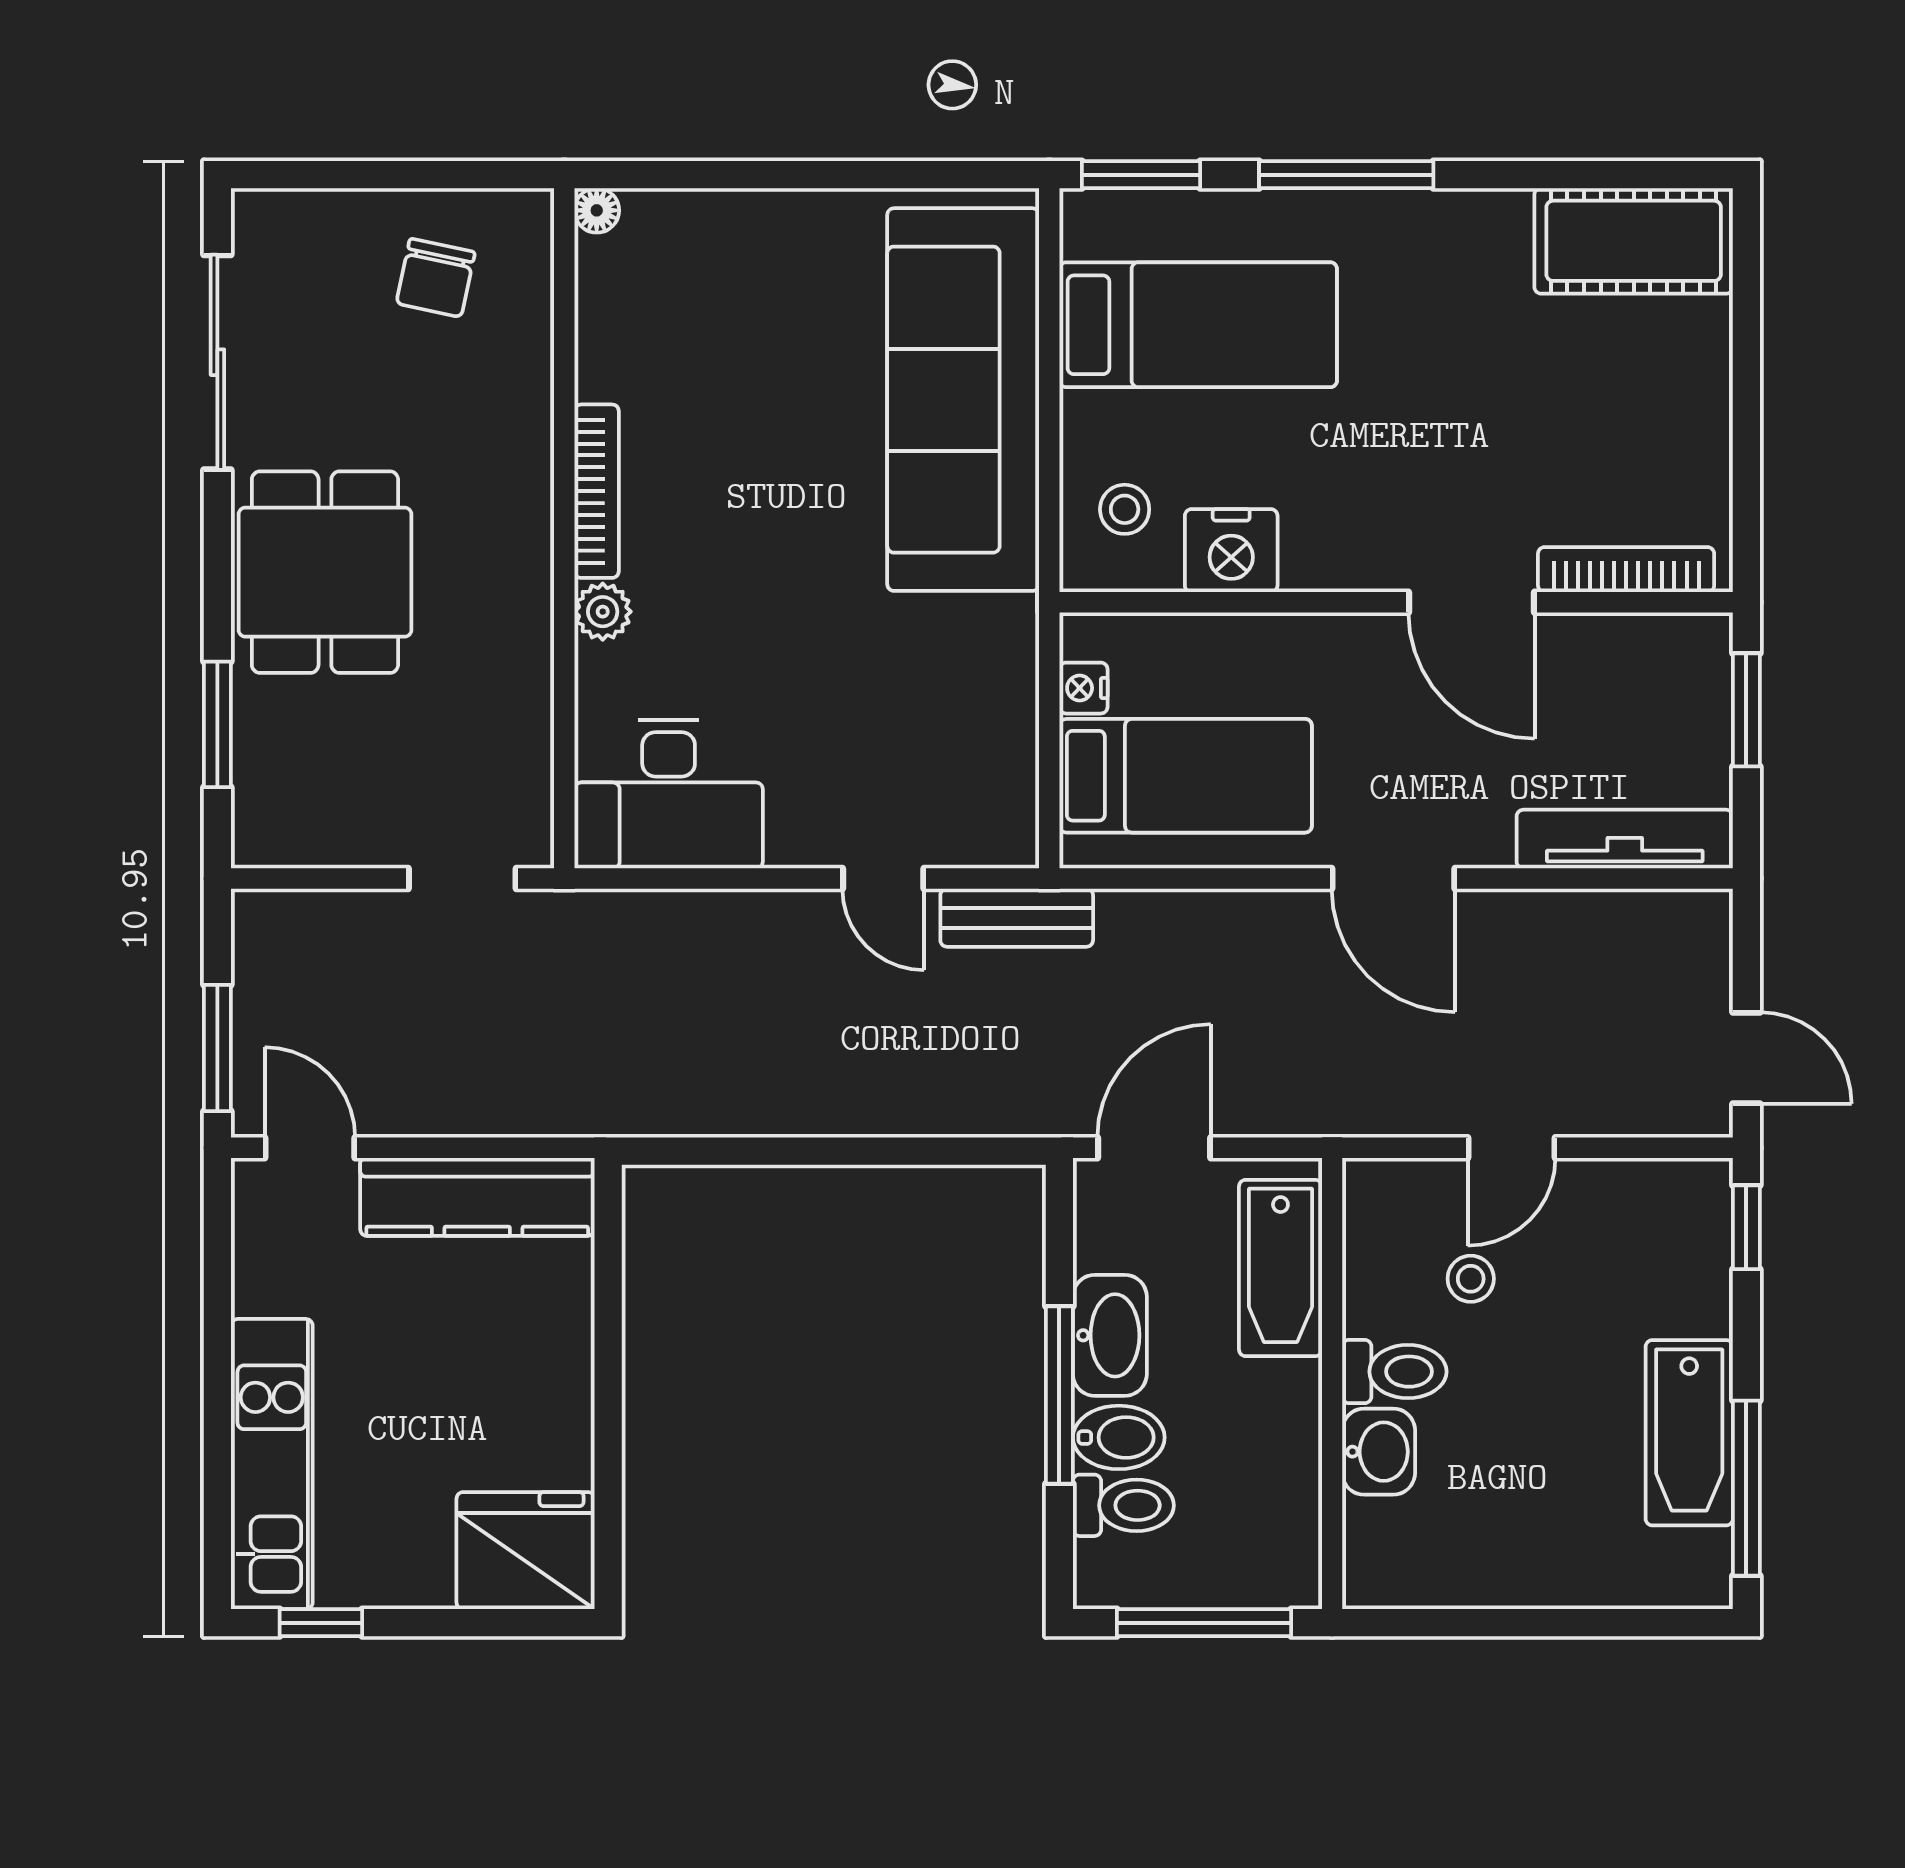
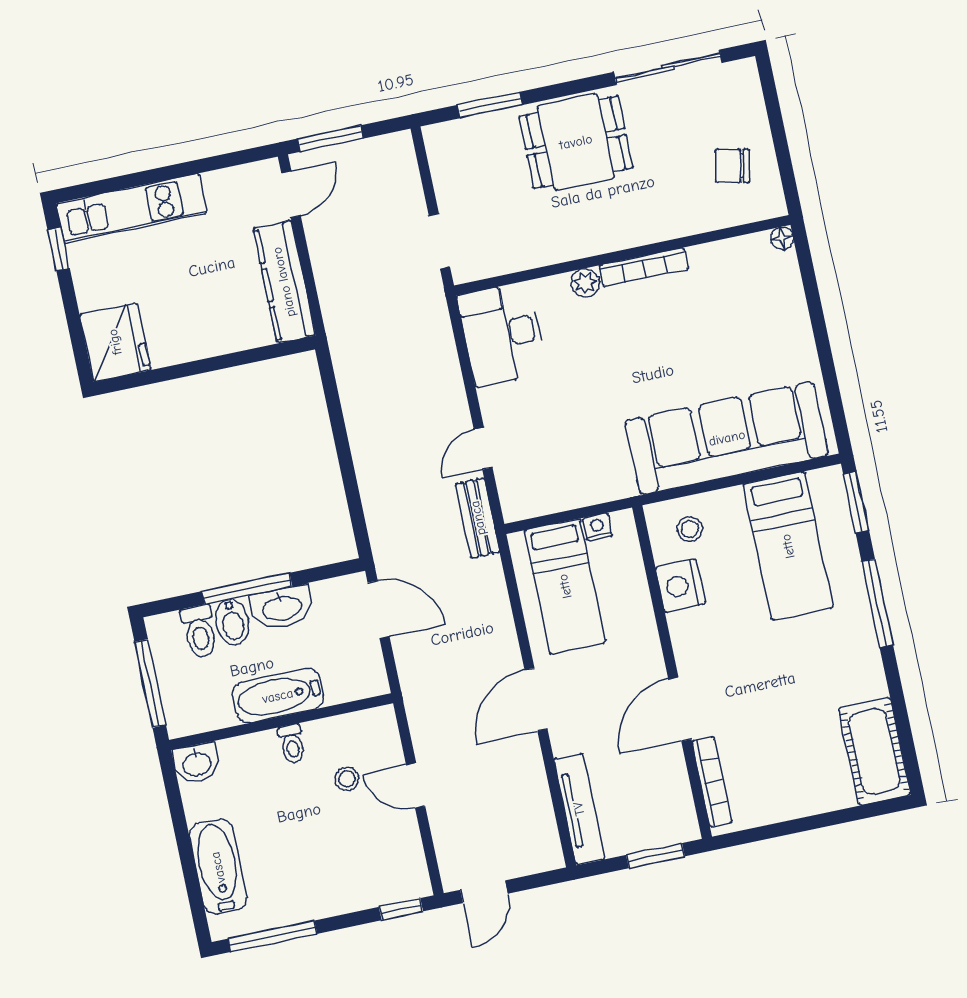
bathtub: (1280, 1268) -> (278, 696), moved
toilet: (1394, 1372) -> (292, 744), width x0.73, depth x0.72
bathtub: (1689, 1433) -> (218, 867), moved, turned 90
washbasin: (1379, 1452) -> (197, 763), moved

